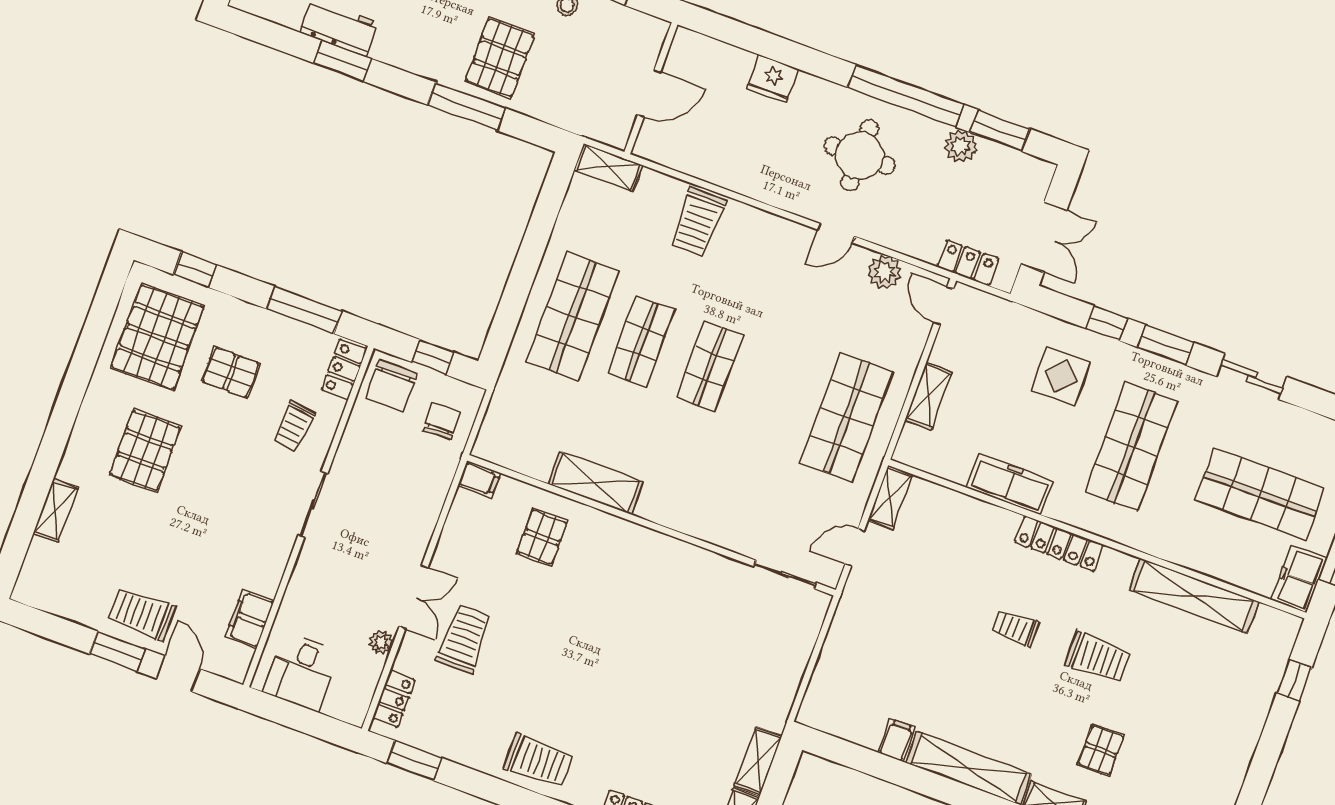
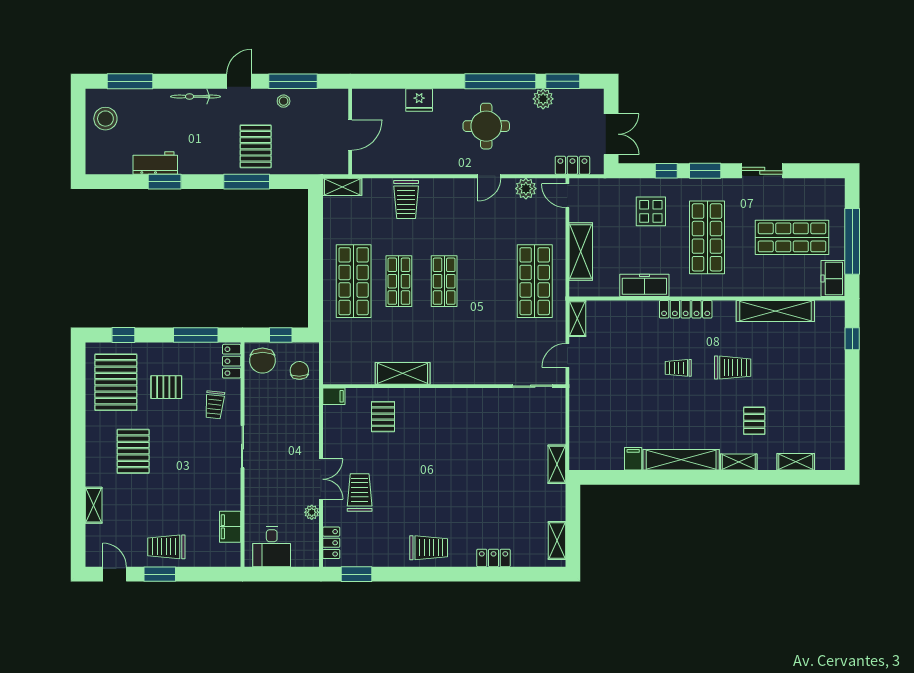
shelving: (928, 396) -> (581, 252), width x1.50, depth x1.33
door: (178, 674) -> (115, 574), moved
shelving: (758, 761) -> (557, 464), moved

